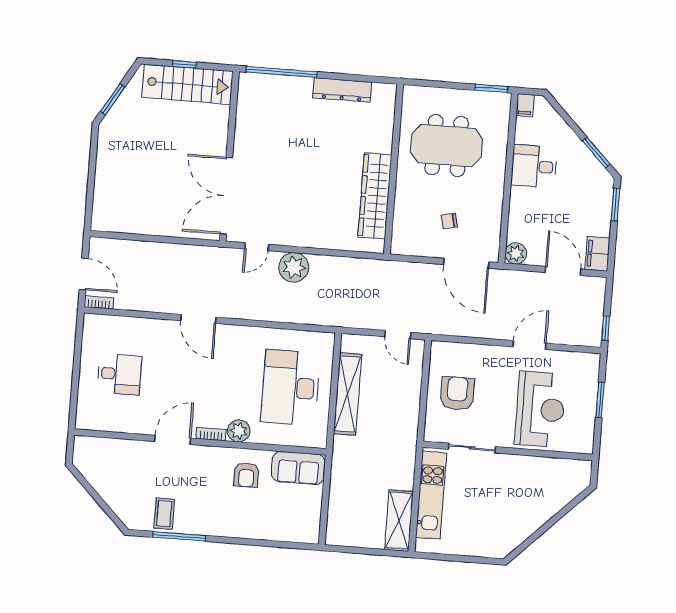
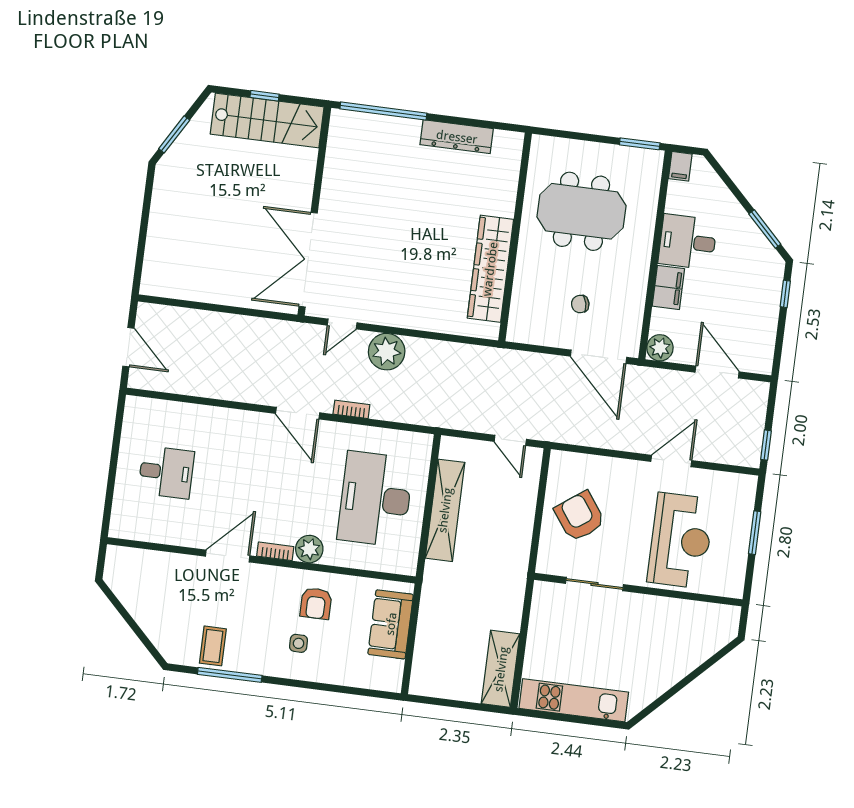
window: (615, 205) -> (785, 294), width x0.67
filing cabinet: (597, 254) -> (668, 287), moved, turned 180
bookcase: (99, 302) -> (351, 409), moved
door: (198, 319) -> (298, 413), moved
armchair: (457, 393) -> (580, 516), turned -36
sofa: (298, 468) -> (391, 624), moved, turned 90
kitchen unit: (431, 495) -> (574, 700), moved, turned -90
side table: (234, 508) -> (299, 643), added

